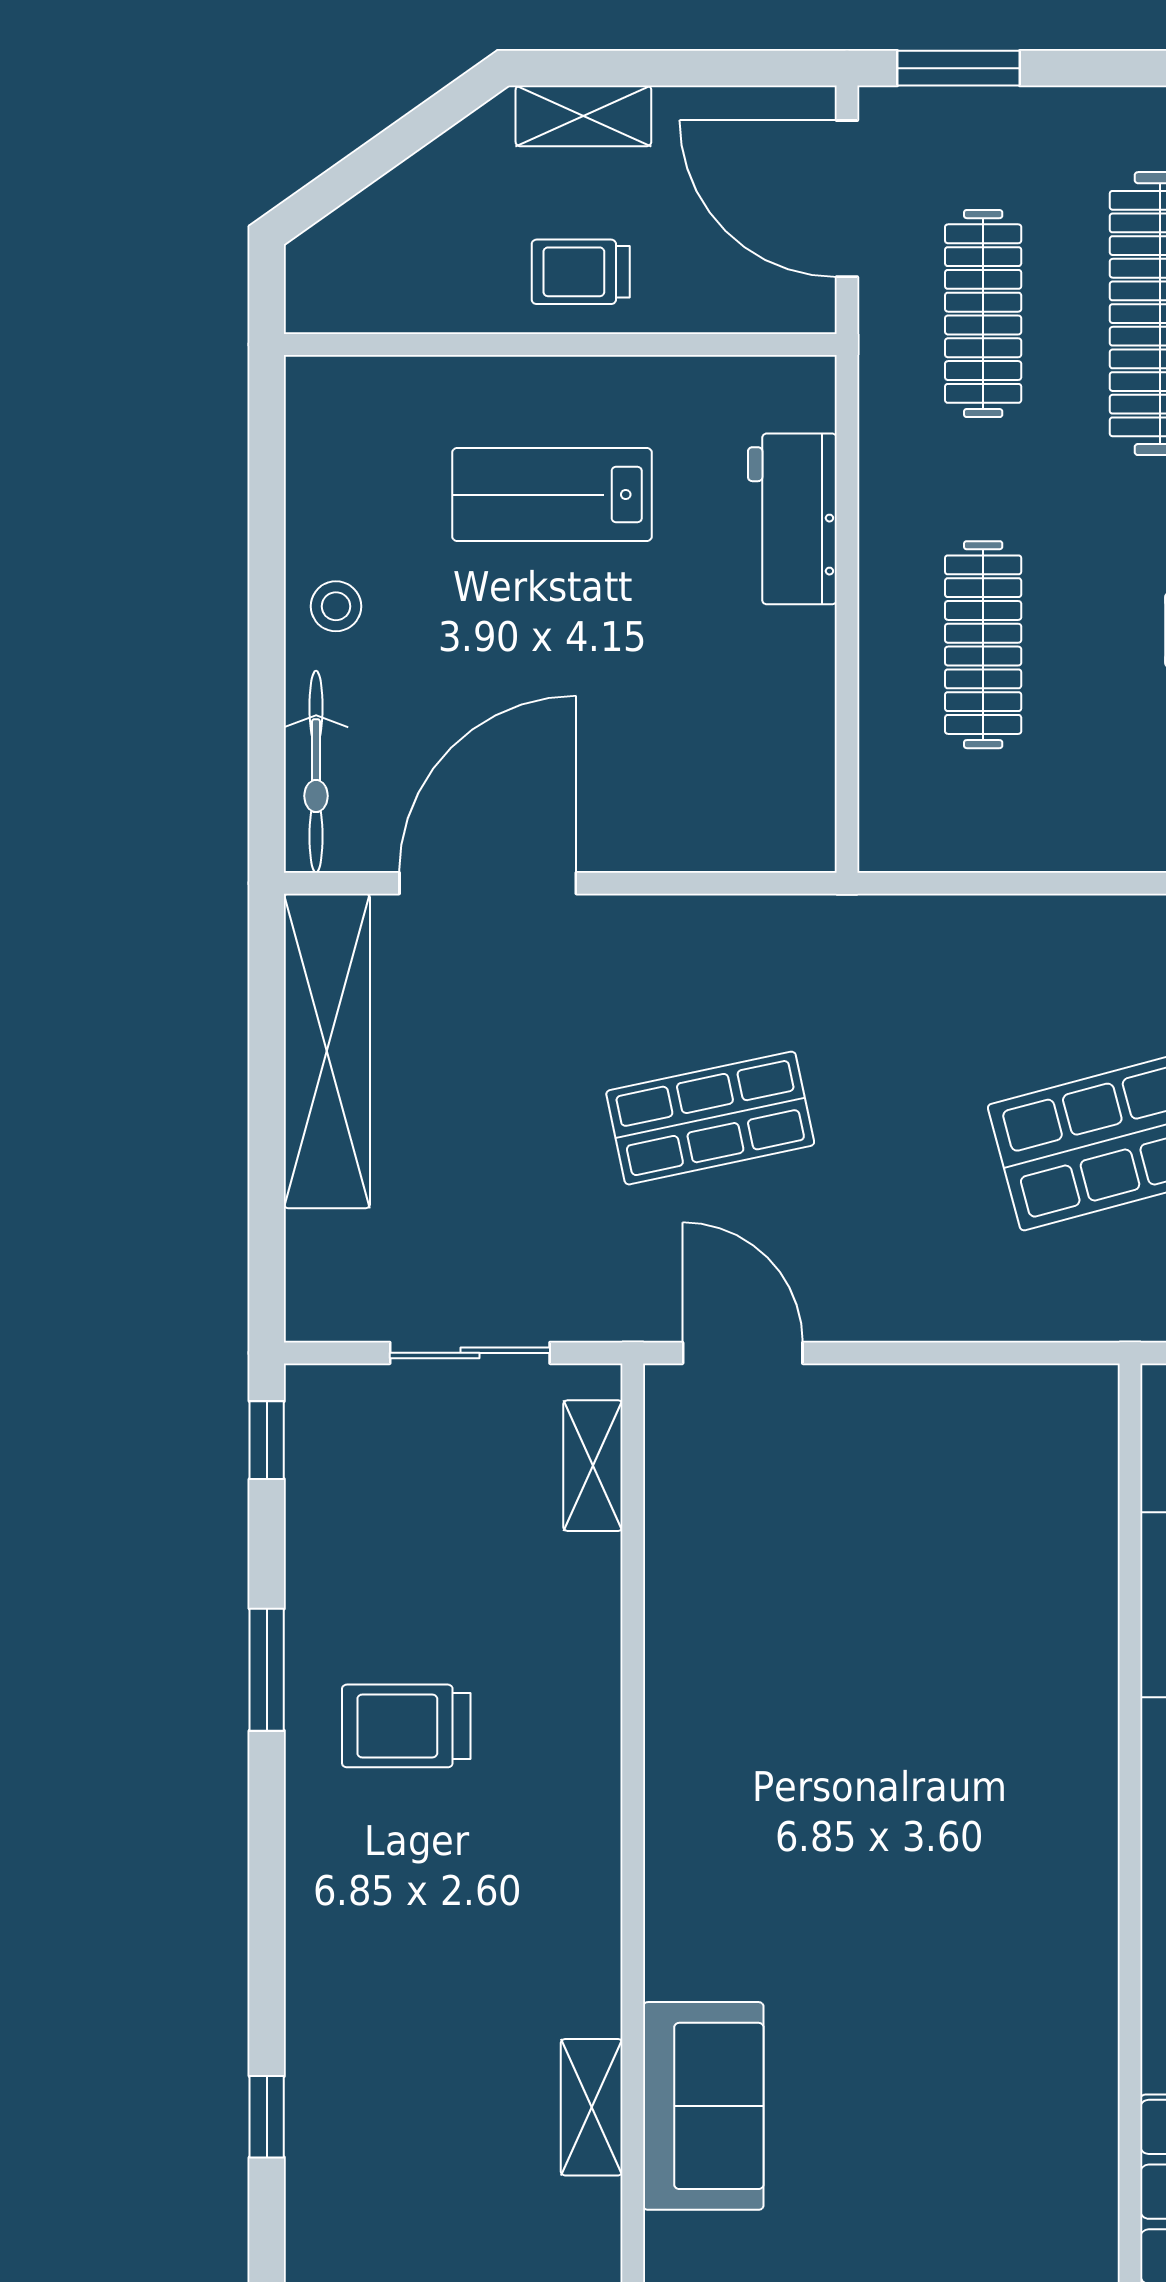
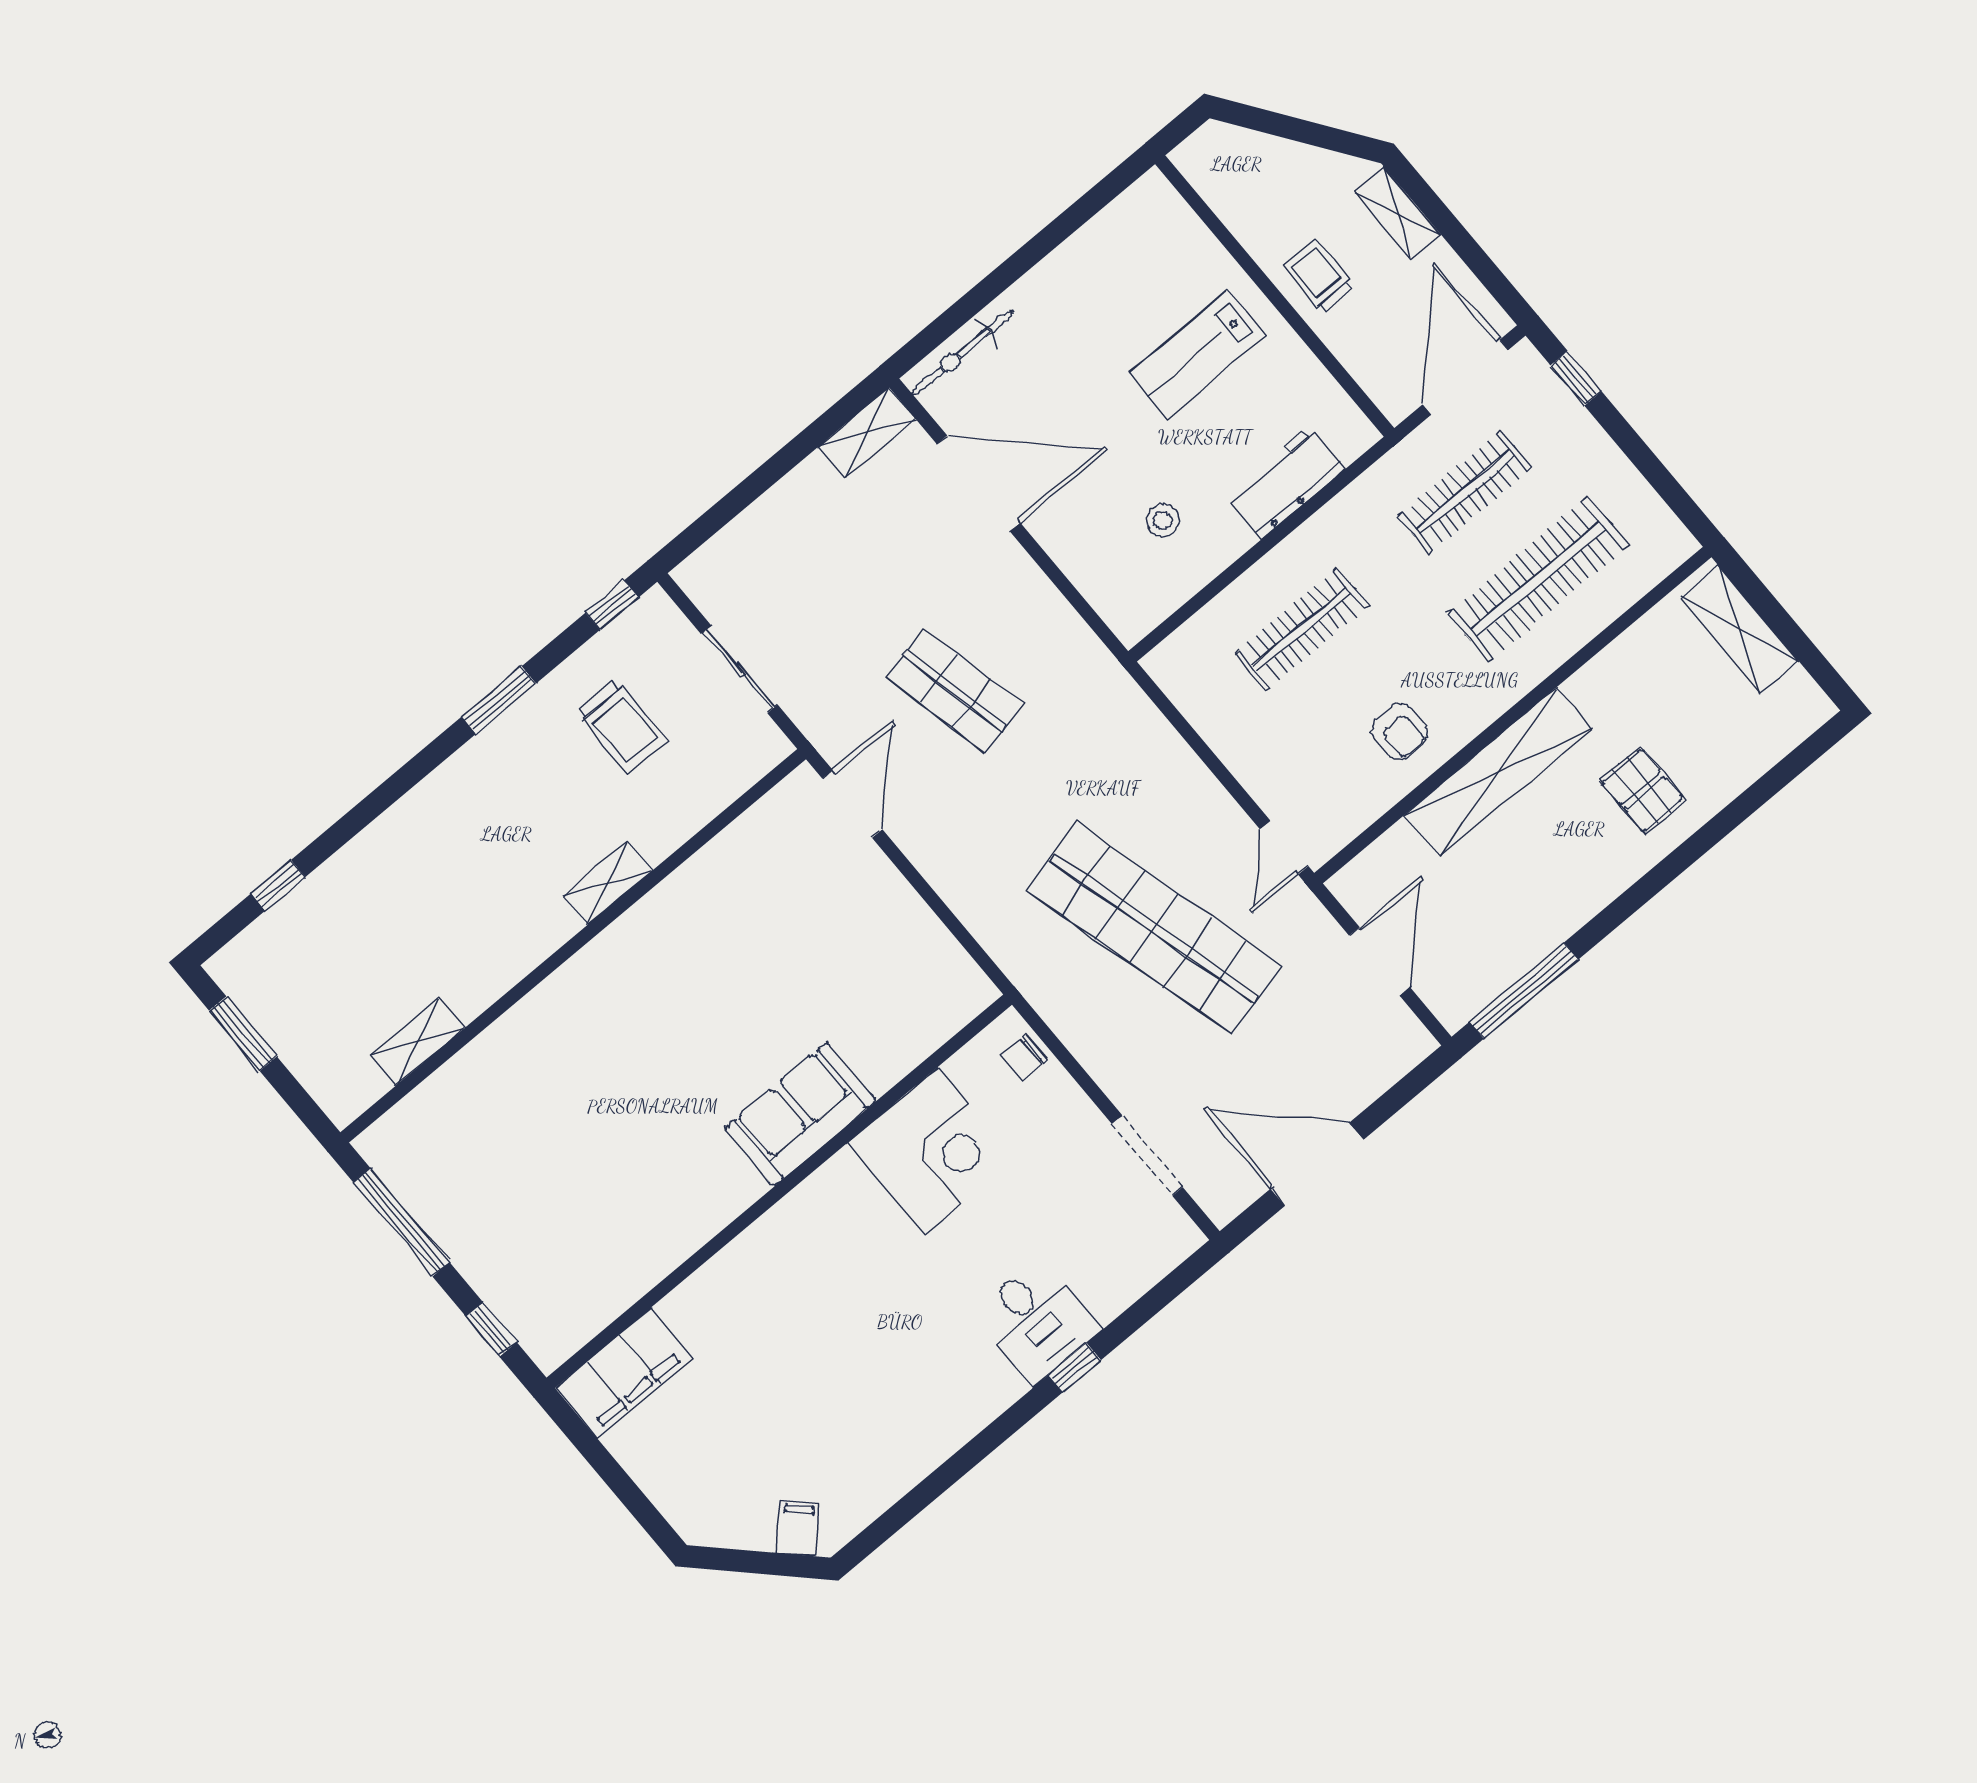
window: (959, 68) -> (1576, 378), width x0.67
lab bench: (552, 495) -> (1197, 354), turned -90
stool: (336, 606) -> (1163, 520), moved
shelving: (327, 1051) -> (867, 433), width x0.45, depth x0.75
shelving: (593, 1466) -> (608, 883), moved
trolley: (406, 1726) -> (621, 726), moved, turned 180
sofa: (703, 2106) -> (800, 1114), moved, turned 180

